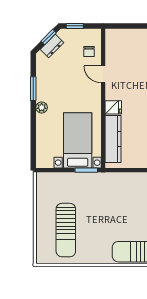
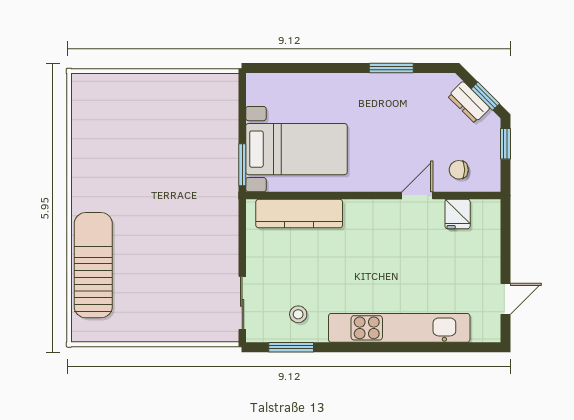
plant: (42, 107) -> (357, 83), removed
fridge: (113, 107) -> (458, 214), moved
sun lounger: (66, 230) -> (133, 127), removed

